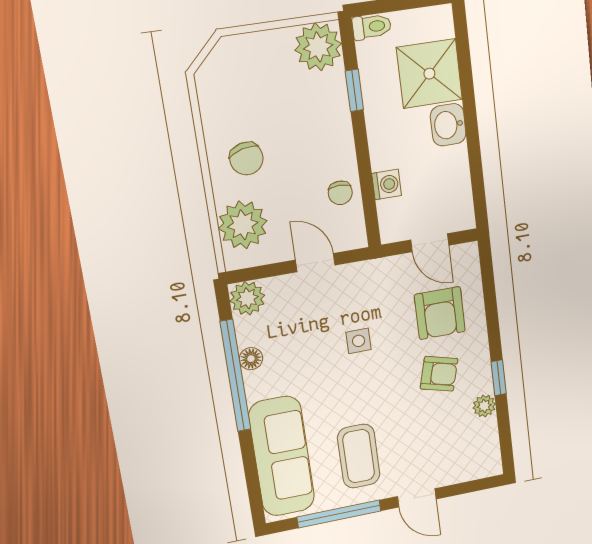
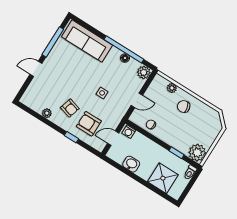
washbasin: (448, 125) -> (131, 164), moved
washing machine: (387, 184) -> (129, 132), moved
plant: (243, 225) -> (172, 88), width x0.53, depth x0.53
armchair: (439, 374) -> (70, 108), turned -89
window: (499, 378) -> (71, 137), moved
coffee table: (359, 456) -> (66, 63), removed

